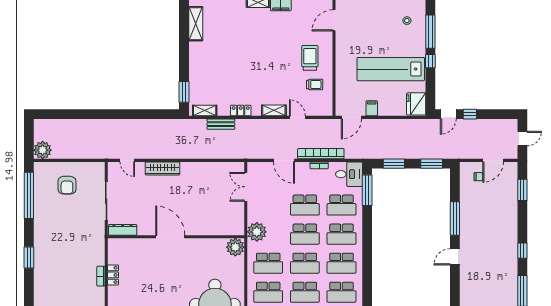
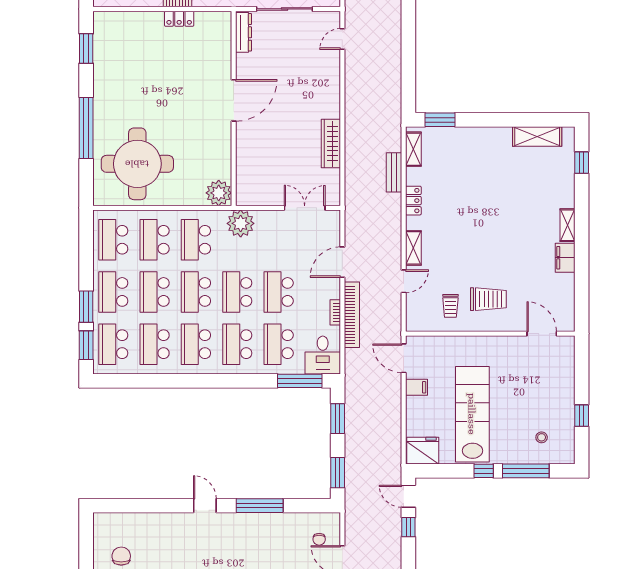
wardrobe: (162, 168) -> (331, 144), moved

